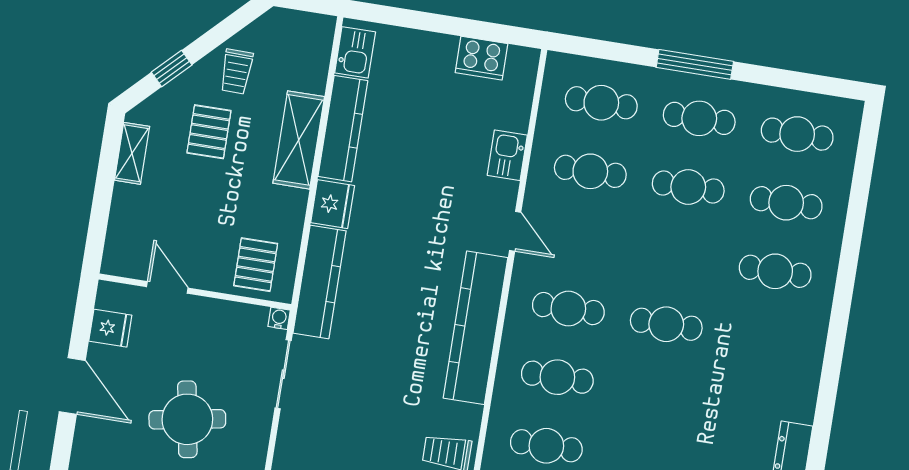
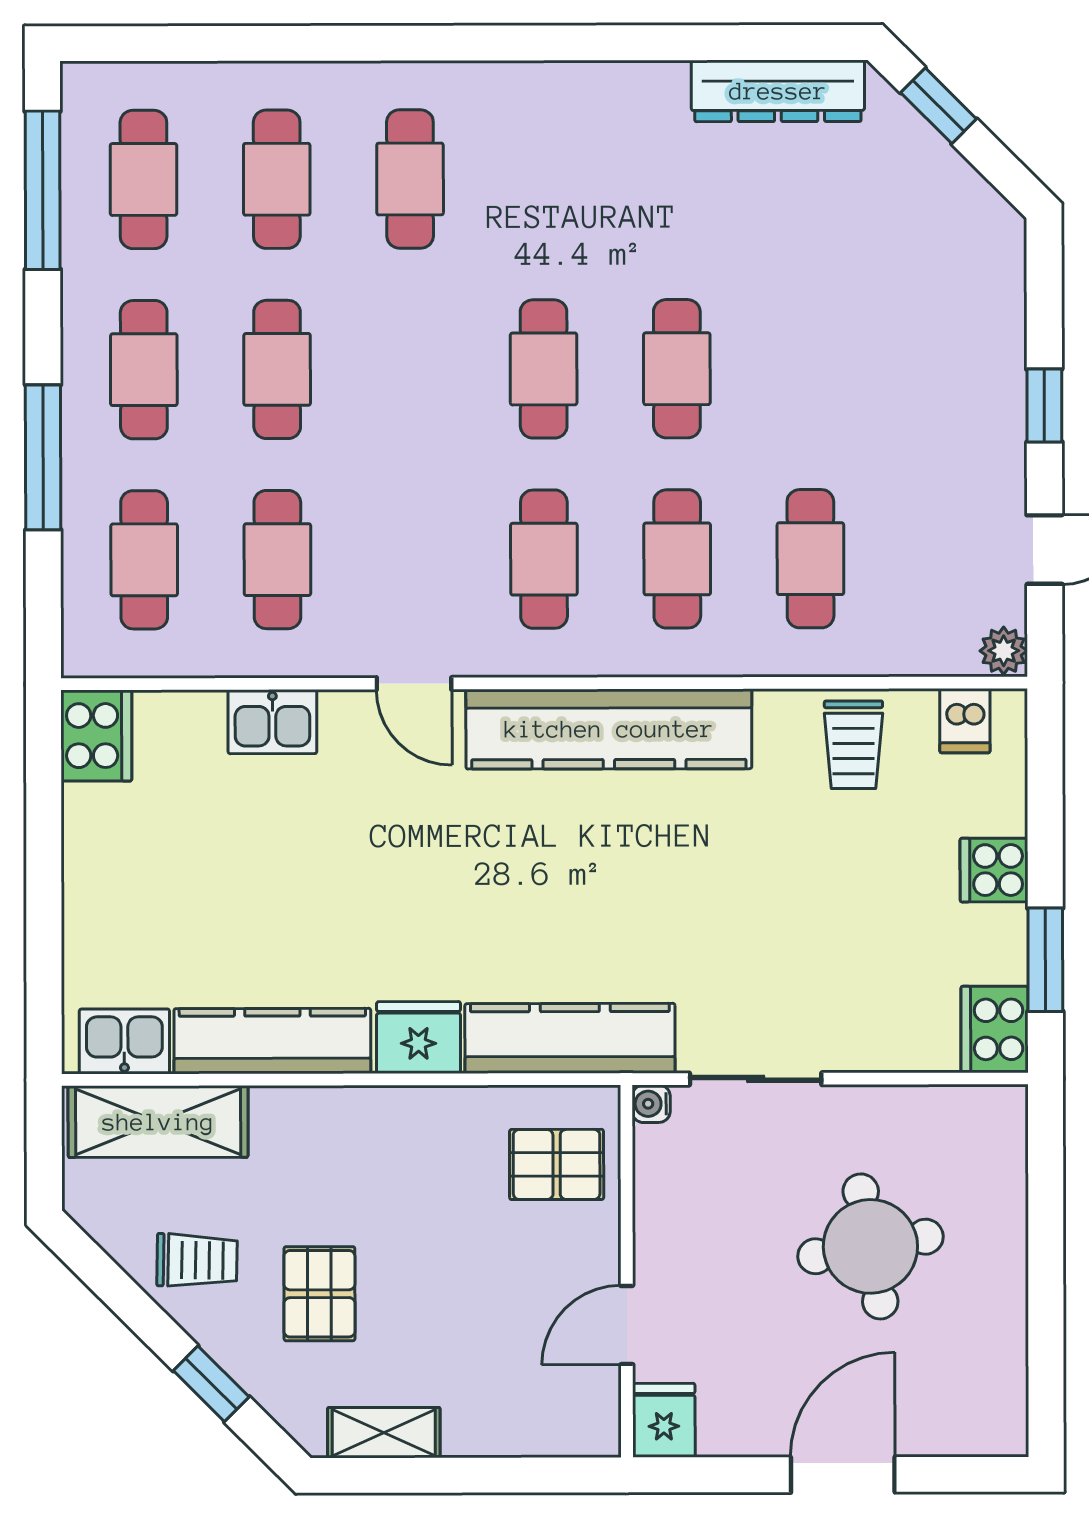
cooker: (482, 58) -> (96, 736), moved
window: (695, 64) -> (43, 457), moved
window: (800, 81) -> (43, 190), added
pallet: (209, 132) -> (319, 1294), turned 90
shelving: (299, 140) -> (158, 1122), moved
door: (515, 231) -> (414, 684), swing flipped
fridge: (110, 328) -> (664, 1420), moved
cafe table: (655, 393) -> (677, 369), added

